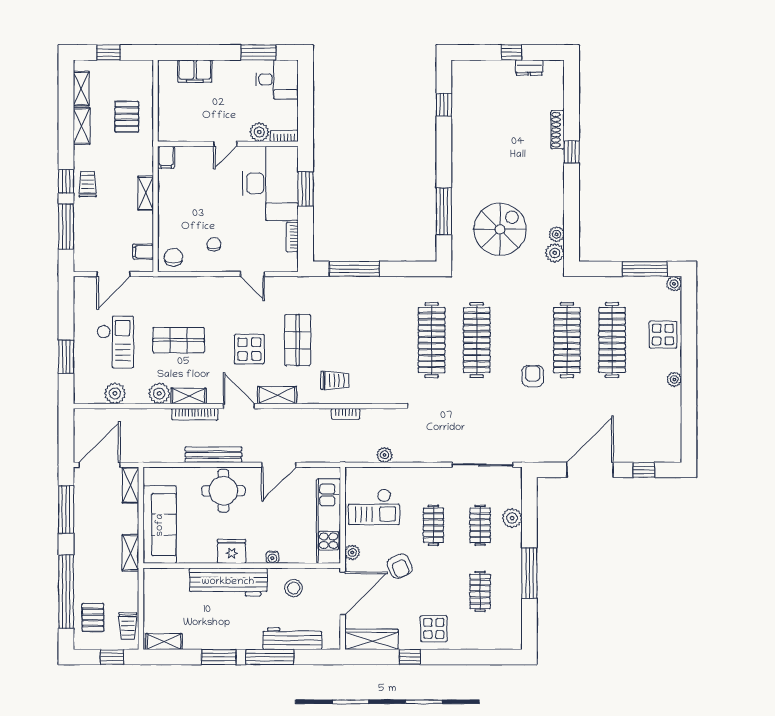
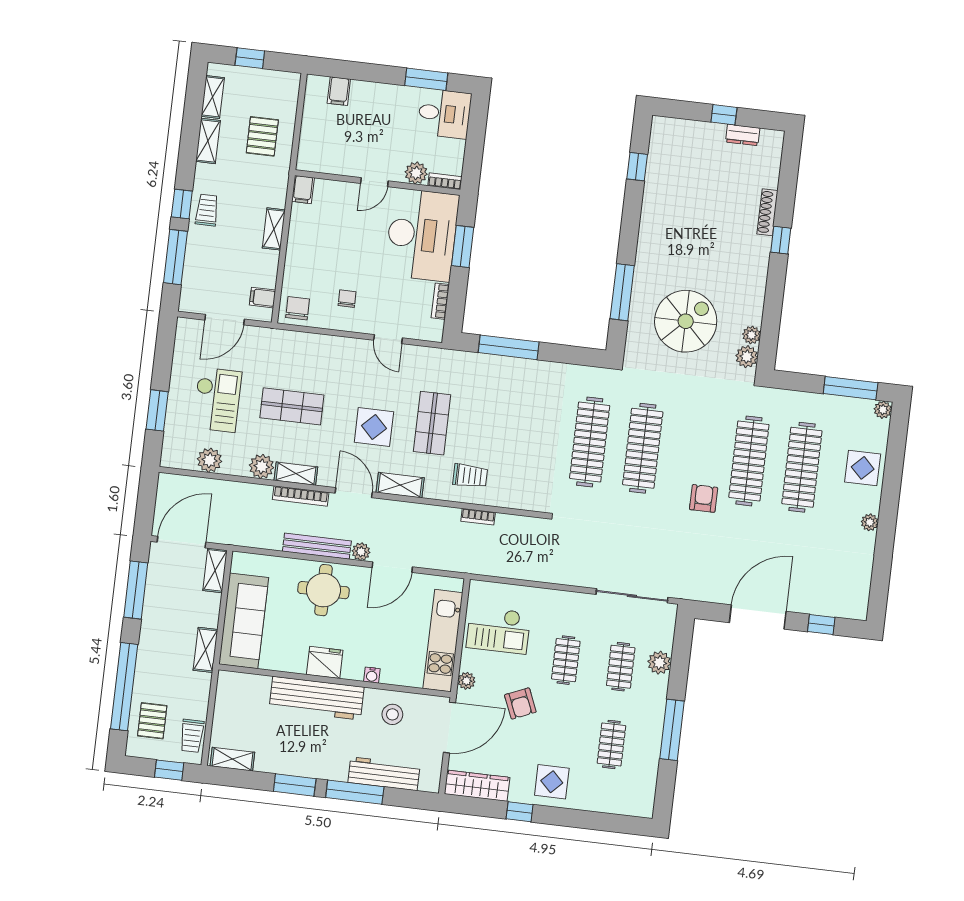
filing cabinet: (195, 71) -> (339, 91), width x0.50
plant: (385, 455) -> (361, 552), moved

